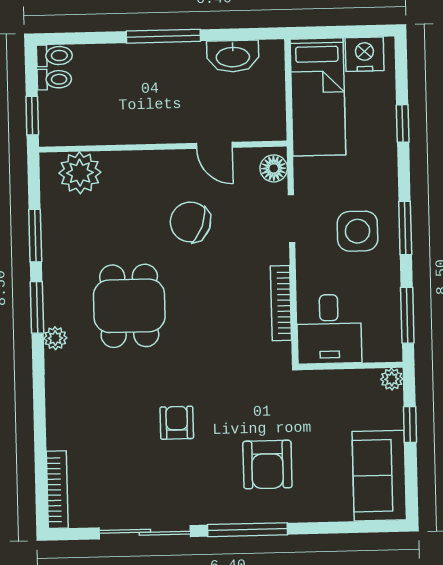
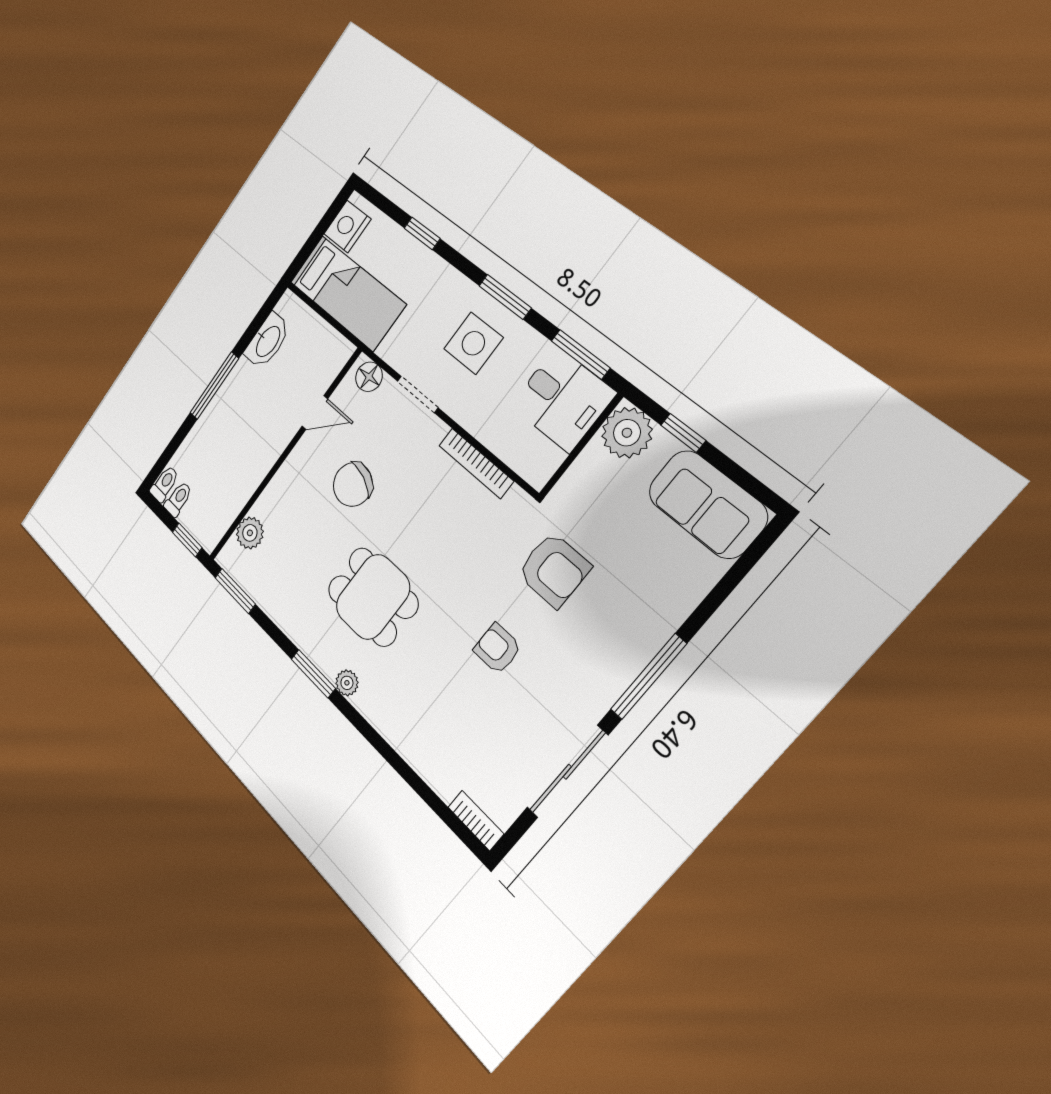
plant: (80, 173) -> (250, 533), width x0.73, depth x0.73
window: (35, 236) -> (235, 591), moved
desk: (329, 329) -> (563, 399), moved
plant: (392, 379) -> (627, 433), width x1.87, depth x1.87
armchair: (267, 465) -> (554, 570), moved
bookcase: (57, 490) -> (476, 820), width x0.64

